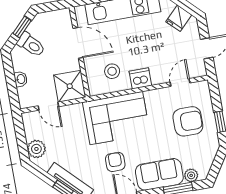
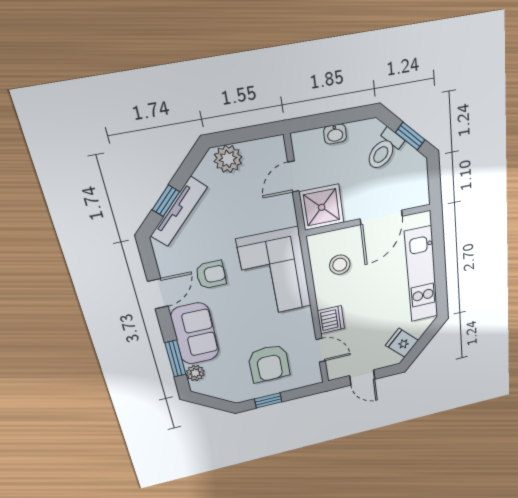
dishwasher: (140, 78) -> (331, 320), moved

